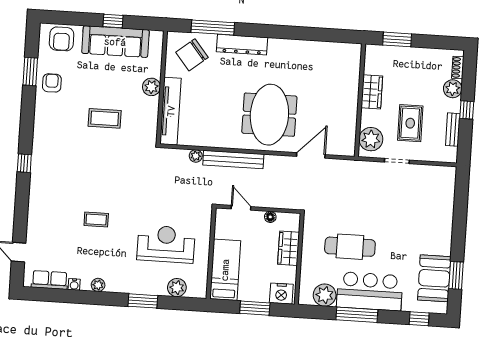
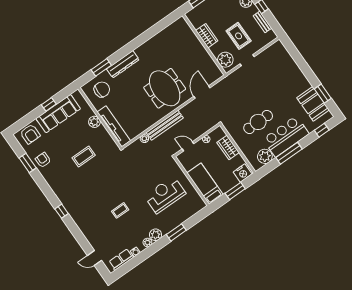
window: (213, 28) -> (101, 67), width x0.69
chair: (192, 55) -> (102, 89), turned -141
plant: (177, 288) -> (156, 235), moved

